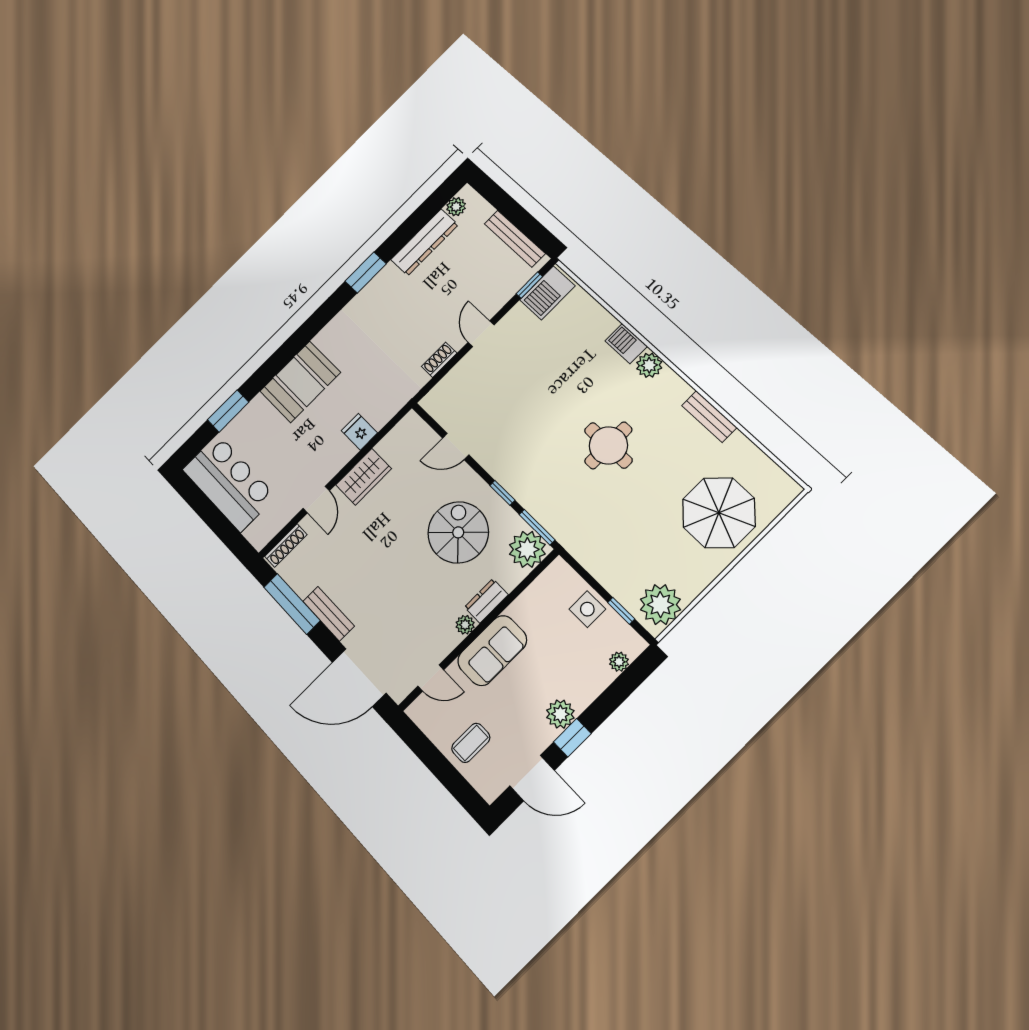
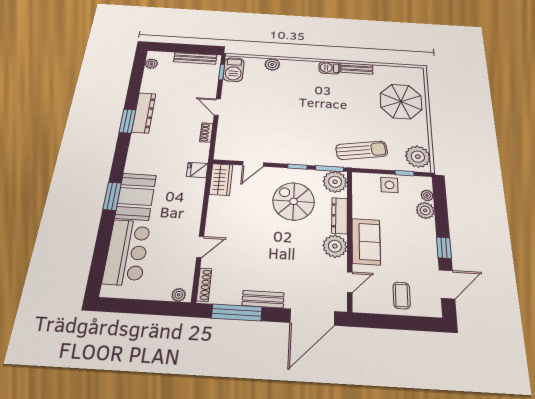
dresser: (424, 242) -> (144, 113), moved
barbecue: (626, 344) -> (329, 68), moved
plant: (649, 365) -> (272, 64), moved
window: (228, 411) -> (112, 196), moved
fridge: (359, 432) -> (197, 170), moved
round table: (608, 445) -> (326, 110), removed
wardrobe: (364, 477) -> (221, 179), moved
bar counter: (229, 483) -> (127, 252), moved, turned 90
door: (316, 500) -> (200, 247), hinge flipped
plant: (254, 534) -> (179, 295), added
sun lounger: (599, 537) -> (362, 150), added
dresser: (486, 601) -> (340, 216), width x1.44
plant: (465, 625) -> (335, 246), width x1.88, depth x1.88
plant: (560, 714) -> (425, 210), moved

